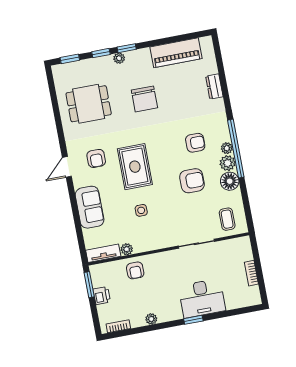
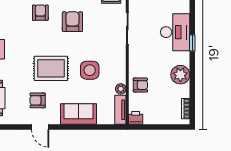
armchair: (96, 158) -> (38, 100), turned 180
side table: (141, 210) -> (90, 70), width x1.87, depth x1.87
window: (89, 285) -> (145, 127), removed
printer: (102, 296) -> (136, 118), moved
plant: (151, 319) -> (180, 75), width x1.88, depth x1.88

